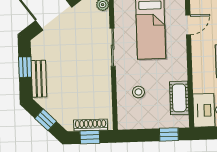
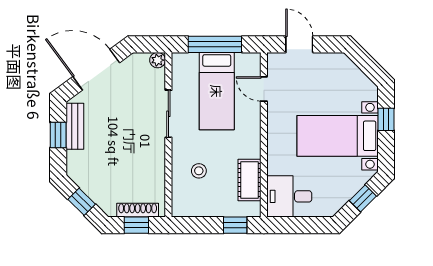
door: (188, 25) -> (264, 89), swing flipped
bench: (39, 79) -> (75, 126), moved

